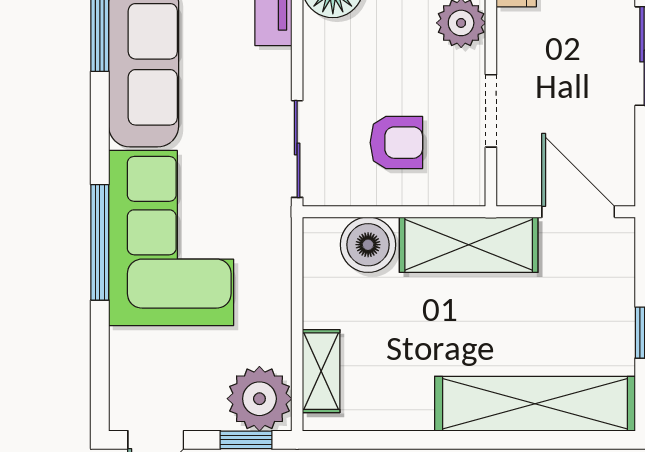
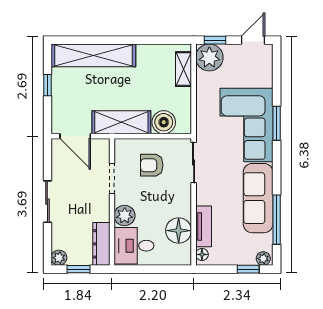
window: (100, 242) -> (277, 123), width x0.69

